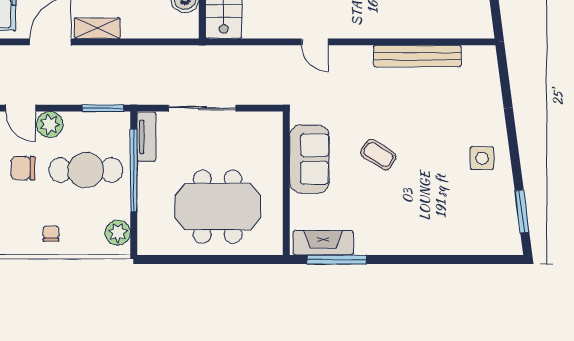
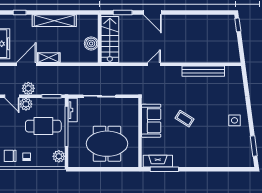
door: (315, 42) -> (154, 64), swing flipped
plant: (55, 92) -> (28, 88), added
chair: (23, 168) -> (10, 156), moved

